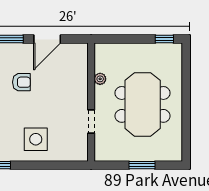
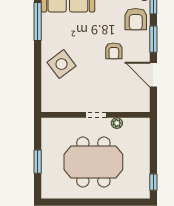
doorway: (91, 122) -> (96, 115), moved
side table: (36, 139) -> (62, 64), turned -37

